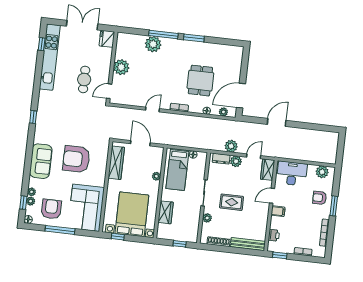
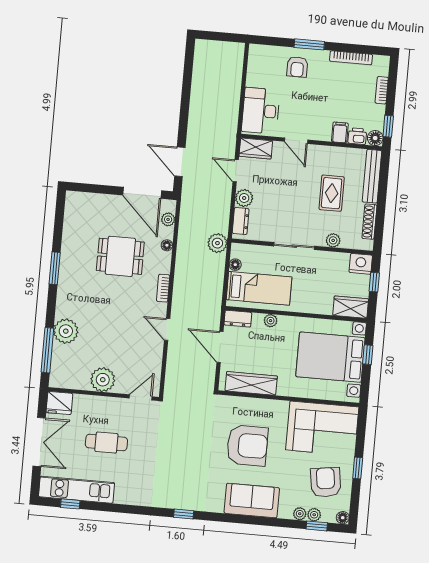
double door: (82, 25) -> (39, 442), swing flipped
window: (163, 34) -> (47, 350), moved
kitchen unit: (50, 57) -> (77, 490), width x0.73
cafe table: (84, 79) -> (106, 443), moved
door: (109, 91) -> (141, 397), swing flipped
door: (277, 122) -> (180, 162), moved
door: (140, 143) -> (220, 347), hinge flipped
plant: (231, 146) -> (217, 243), moved
dresser: (158, 155) -> (238, 319), added
armchair: (76, 159) -> (247, 445), turned -90
plant: (322, 172) -> (257, 64), removed
rug: (232, 202) -> (332, 193), moved
armchair: (51, 209) -> (326, 482), turned 82
filing cabinet: (278, 211) -> (340, 132), moved
wardrobe: (166, 212) -> (351, 307), moved
window: (60, 230) -> (358, 468), width x0.46
nightstand: (192, 235) -> (361, 264), added
window: (118, 237) -> (368, 355), moved
floor lamp: (272, 247) -> (375, 138), added

